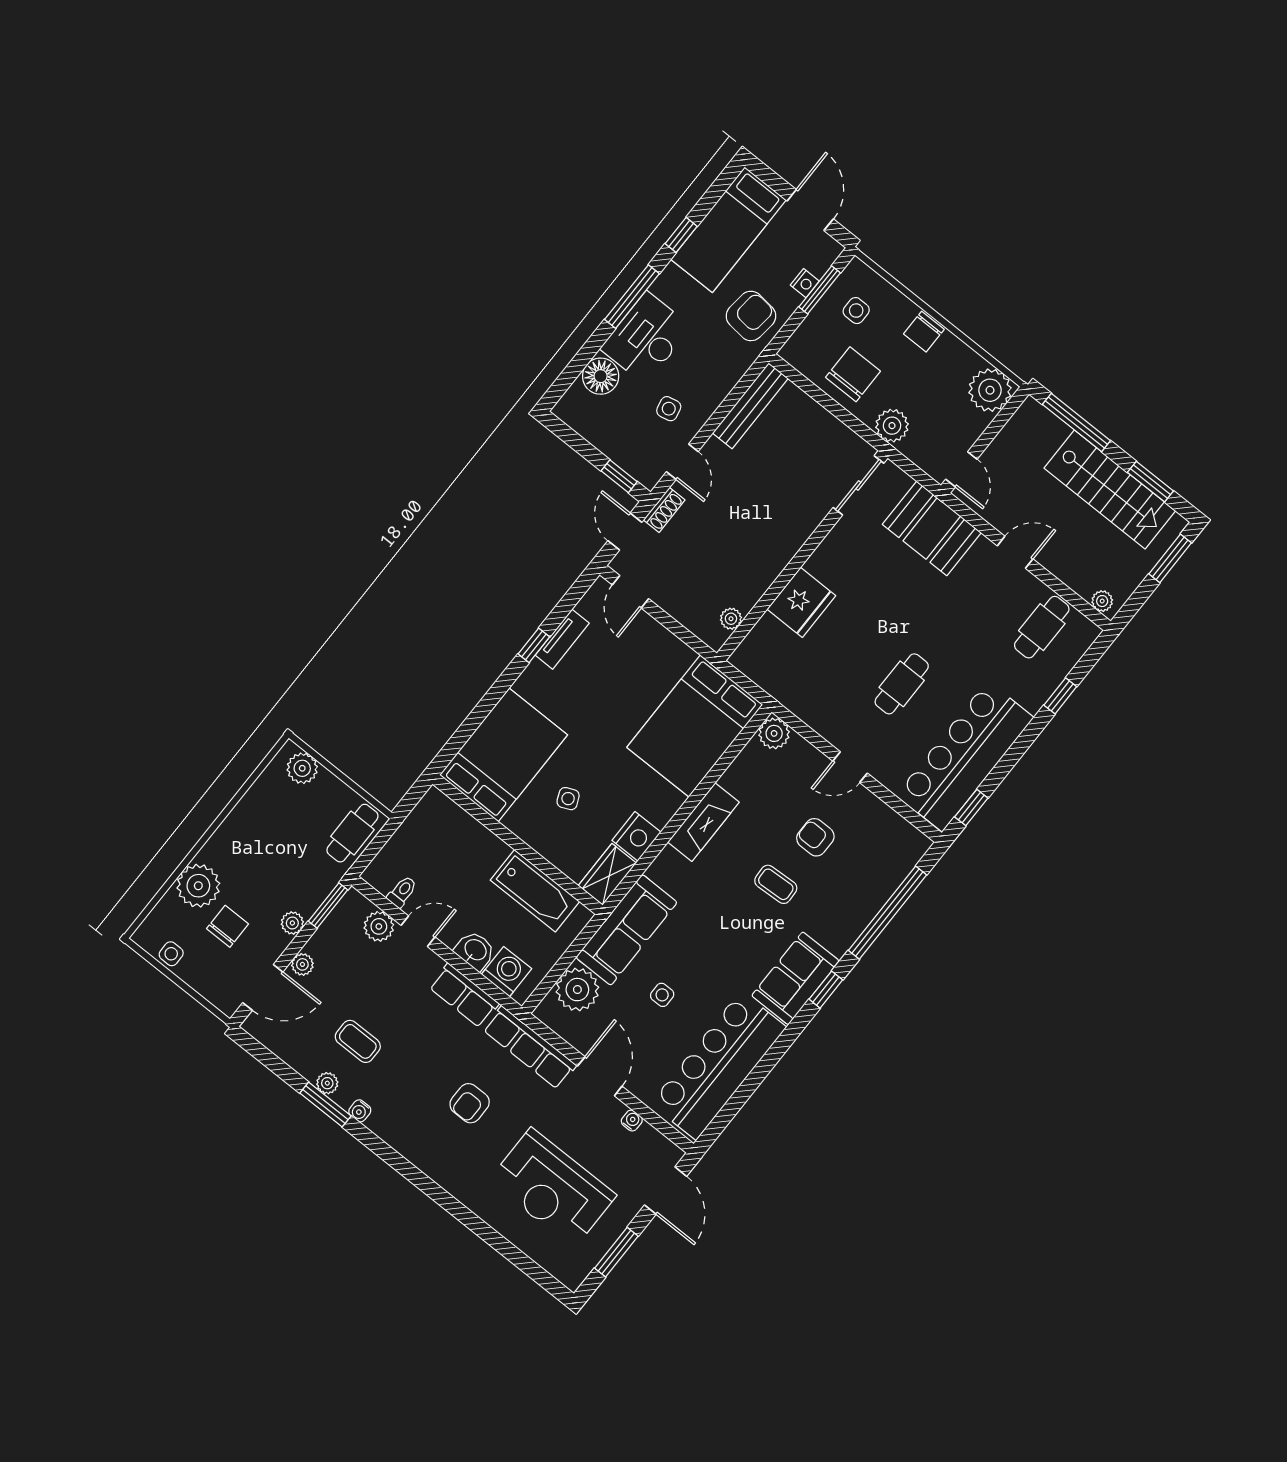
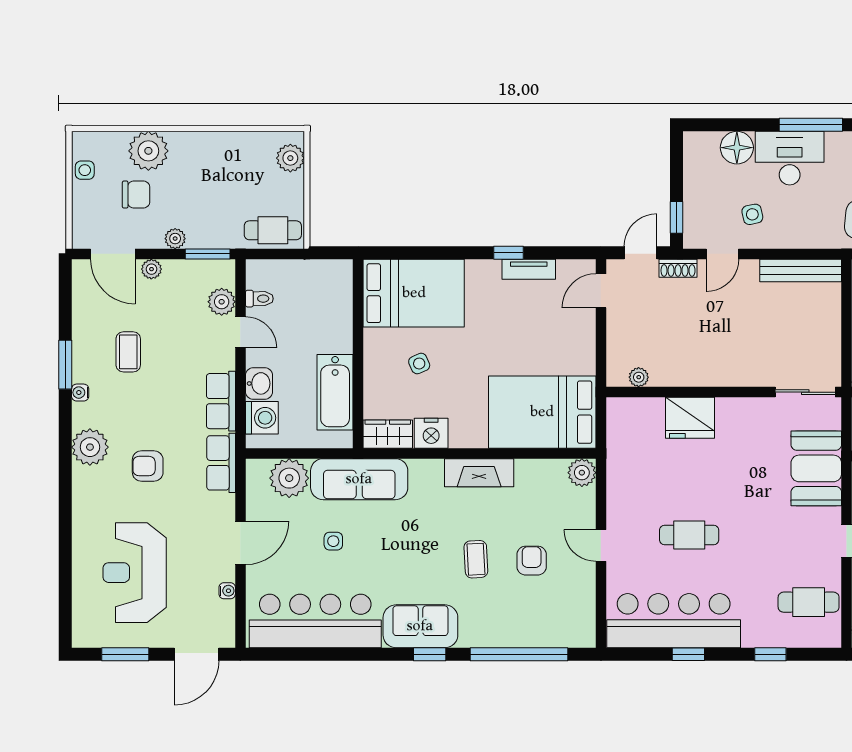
window: (971, 808) -> (688, 654), moved
row of seats: (530, 1048) -> (221, 463), width x0.68
plant: (327, 1083) -> (90, 447), moved, width x1.87, depth x1.87

